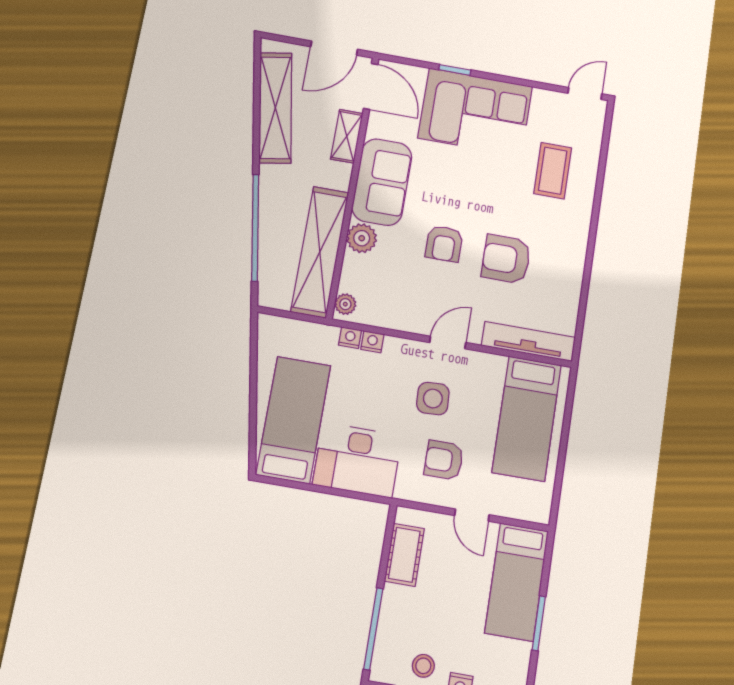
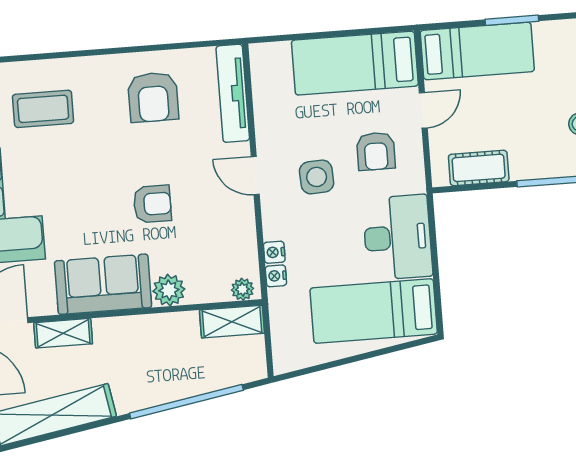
shelving: (320, 252) -> (232, 322), width x0.45, depth x0.75
armchair: (506, 259) -> (153, 97), moved
bed: (527, 418) -> (355, 63), moved, turned 180

